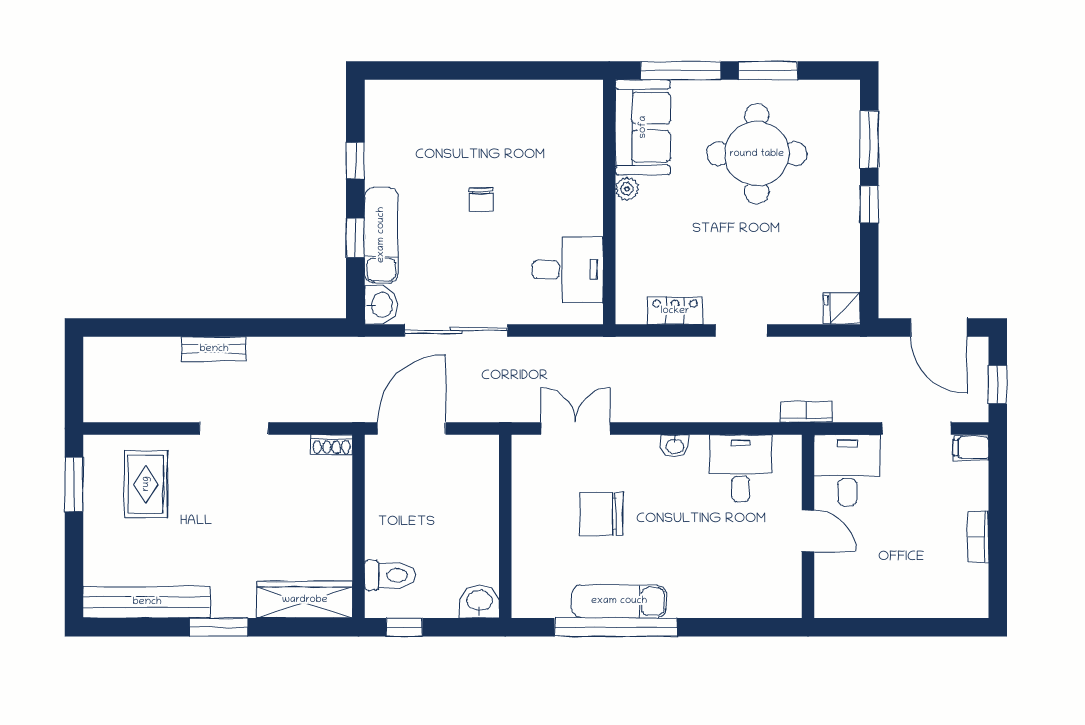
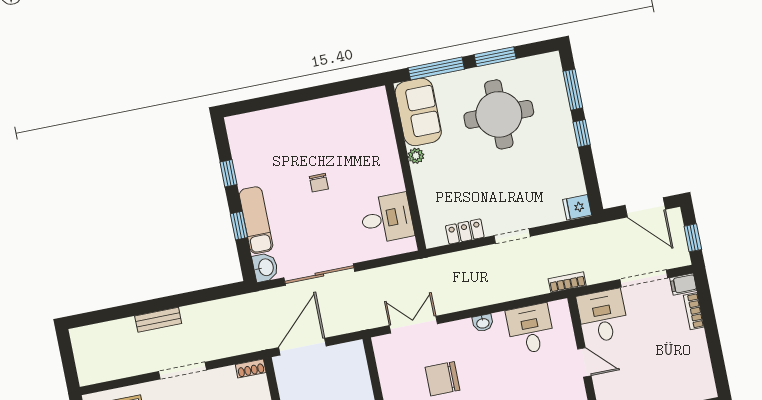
bookcase: (978, 537) -> (694, 311), moved

